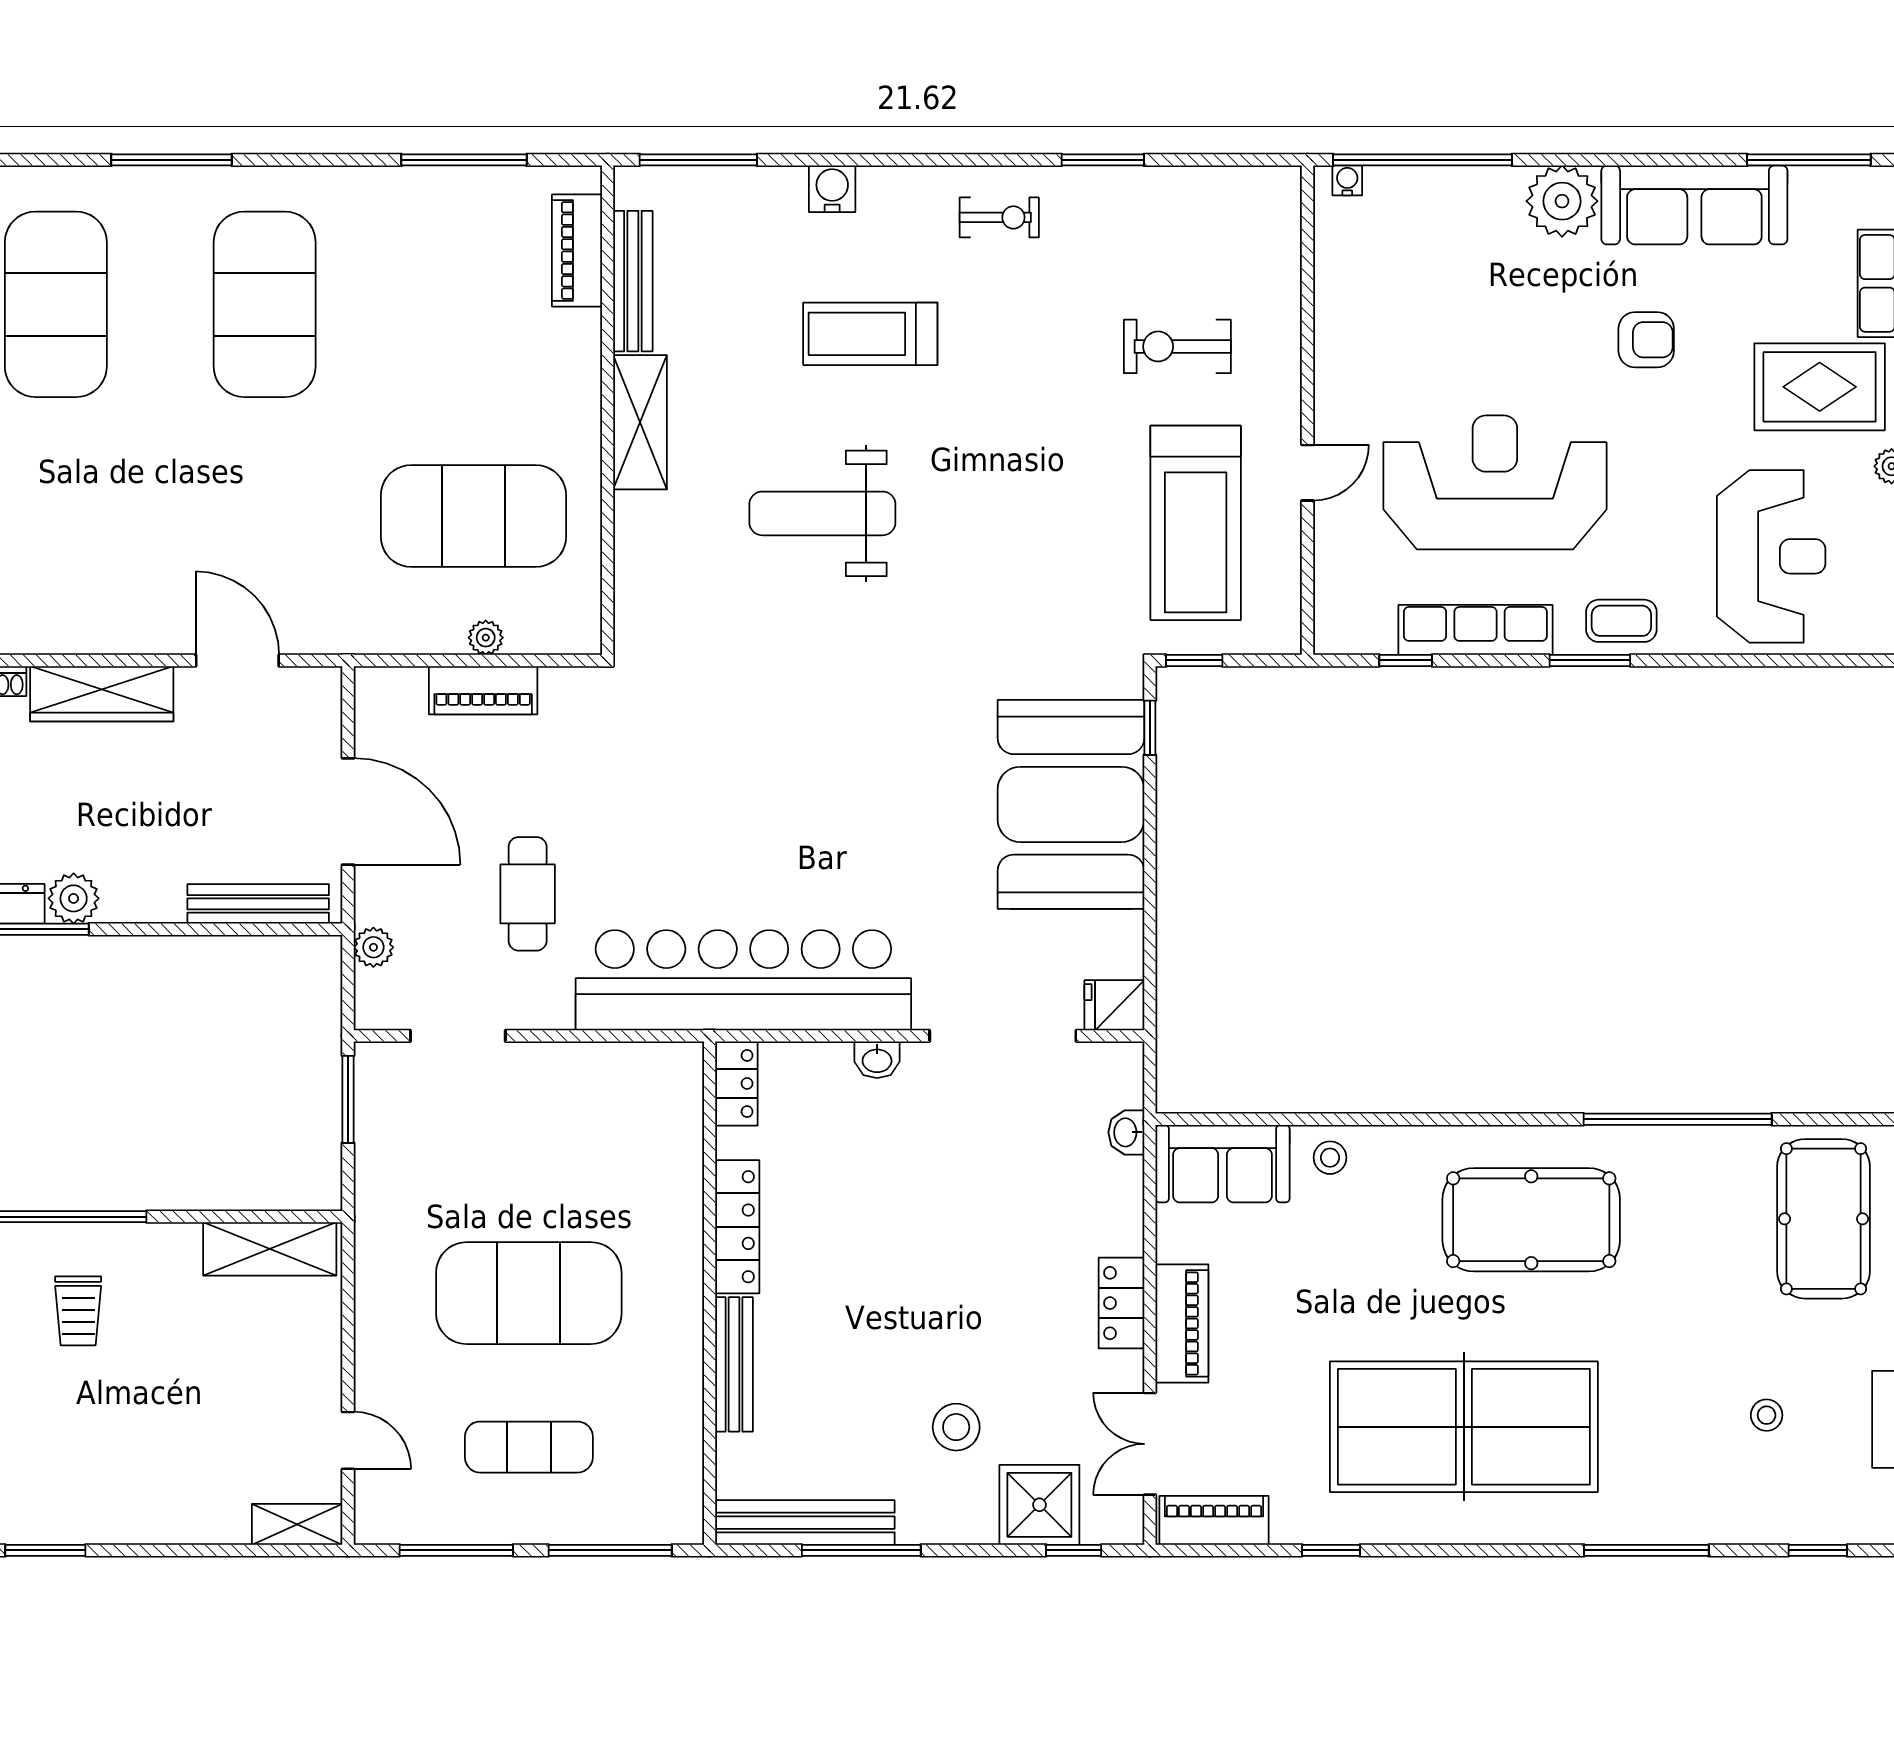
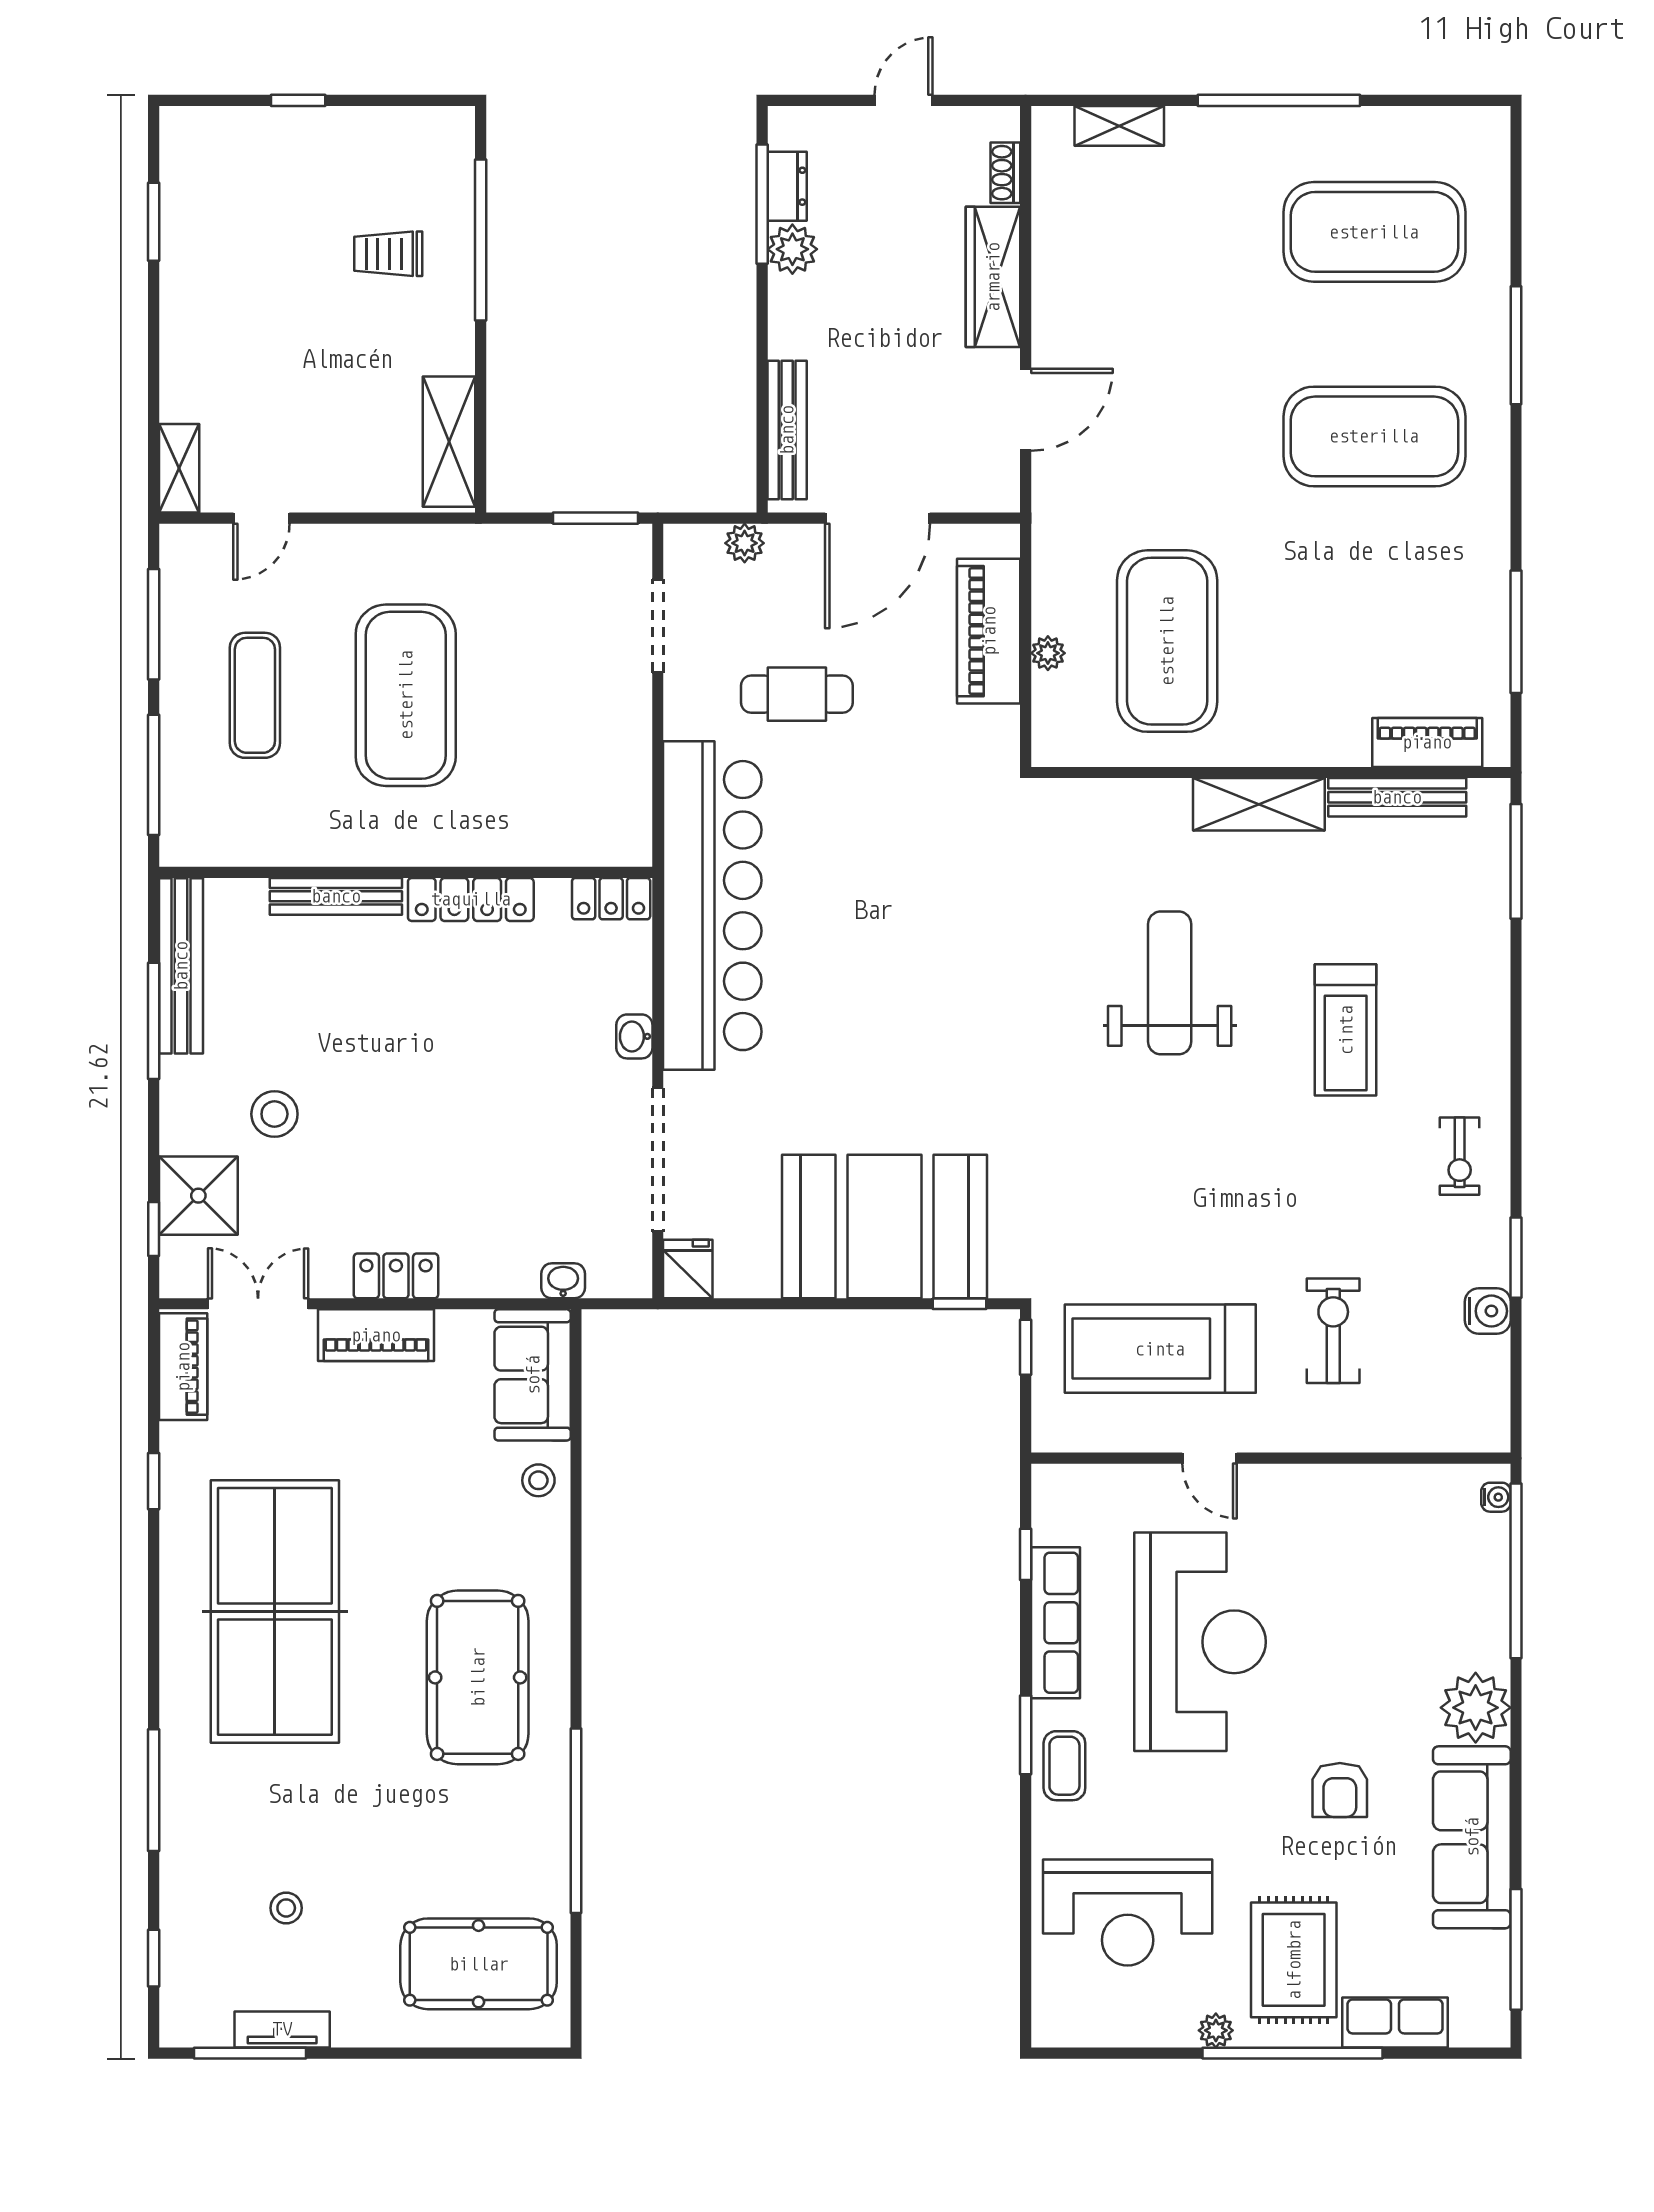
water cooler: (832, 189) -> (1488, 1311), moved
treadmill: (870, 334) -> (1346, 1030), turned 180
piano: (483, 690) -> (989, 631), width x1.37, depth x1.33

